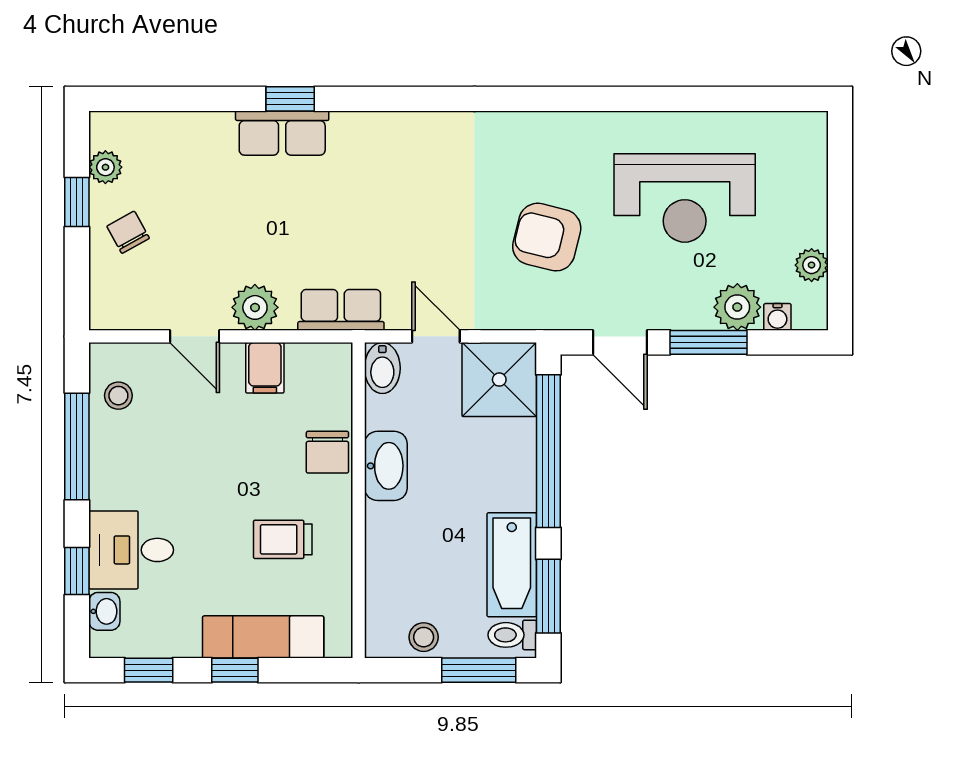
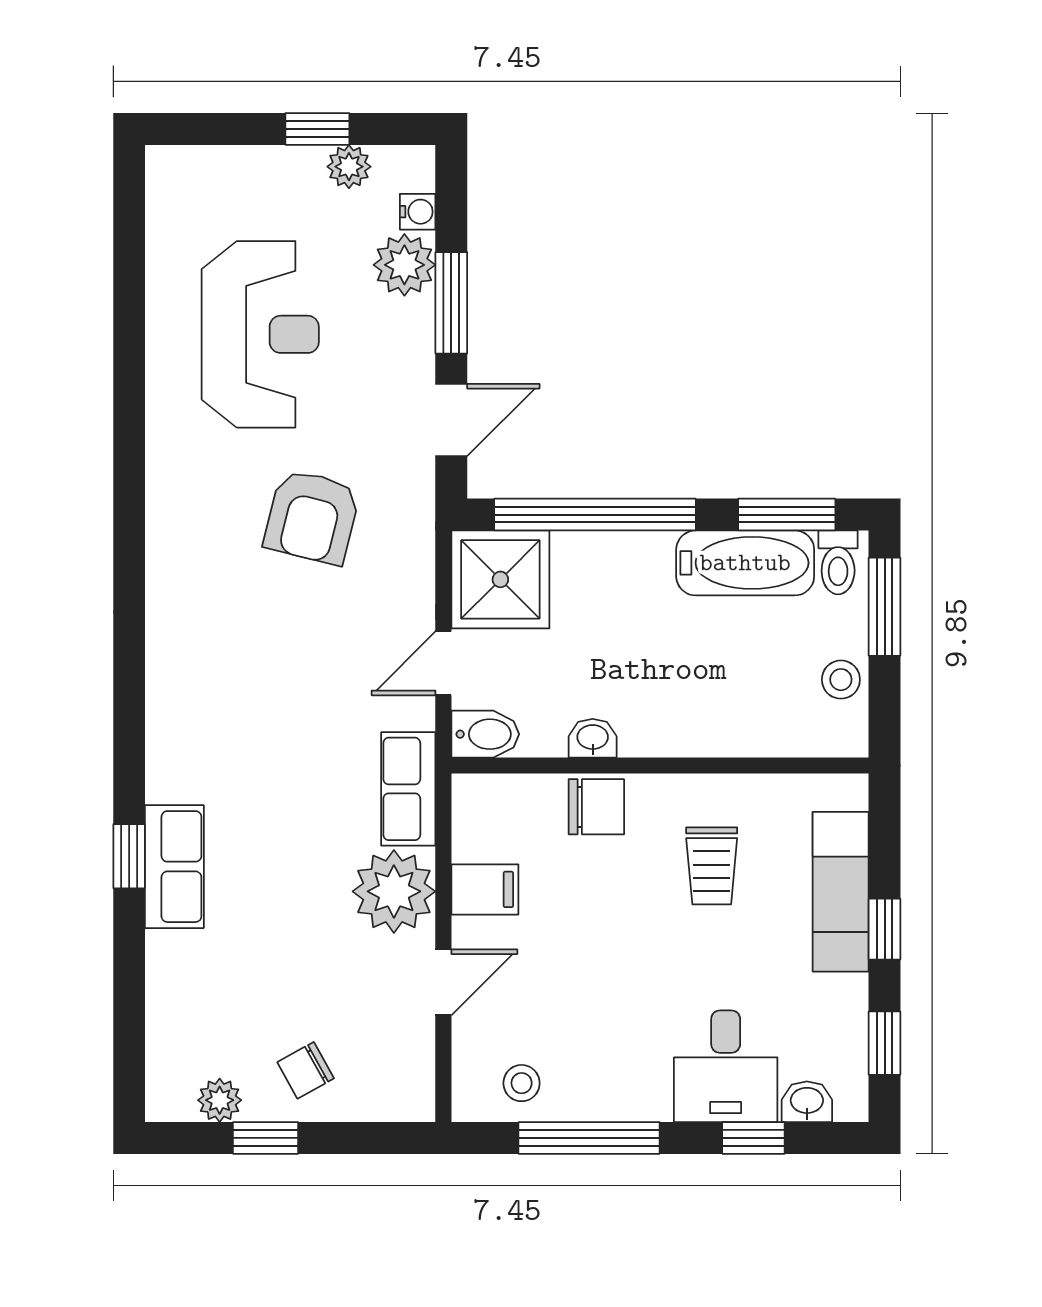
window: (840, 241) -> (317, 129), added
plant: (255, 307) -> (394, 891), width x1.36, depth x1.36
washbasin: (386, 466) -> (593, 738), width x0.52, depth x0.69

